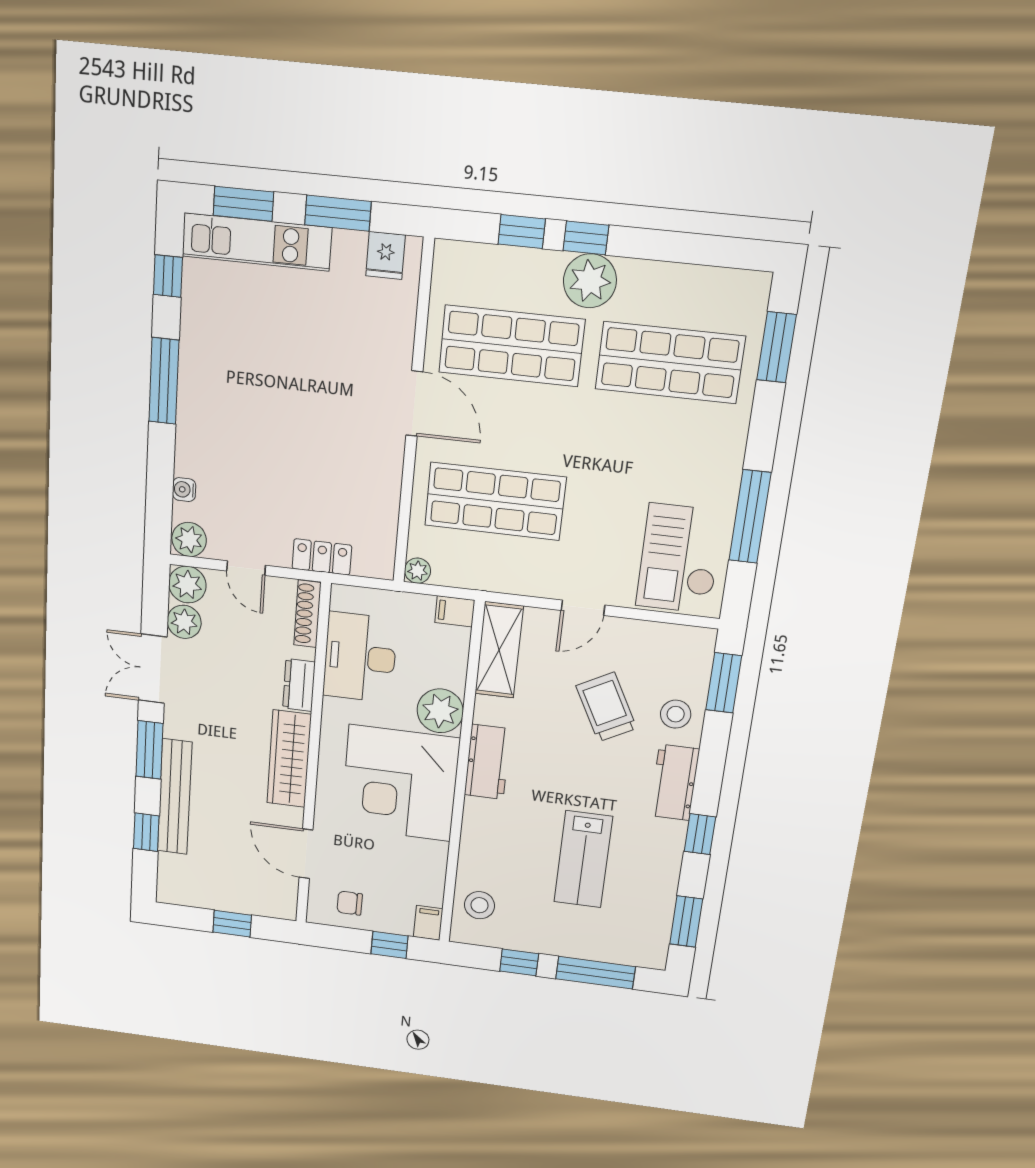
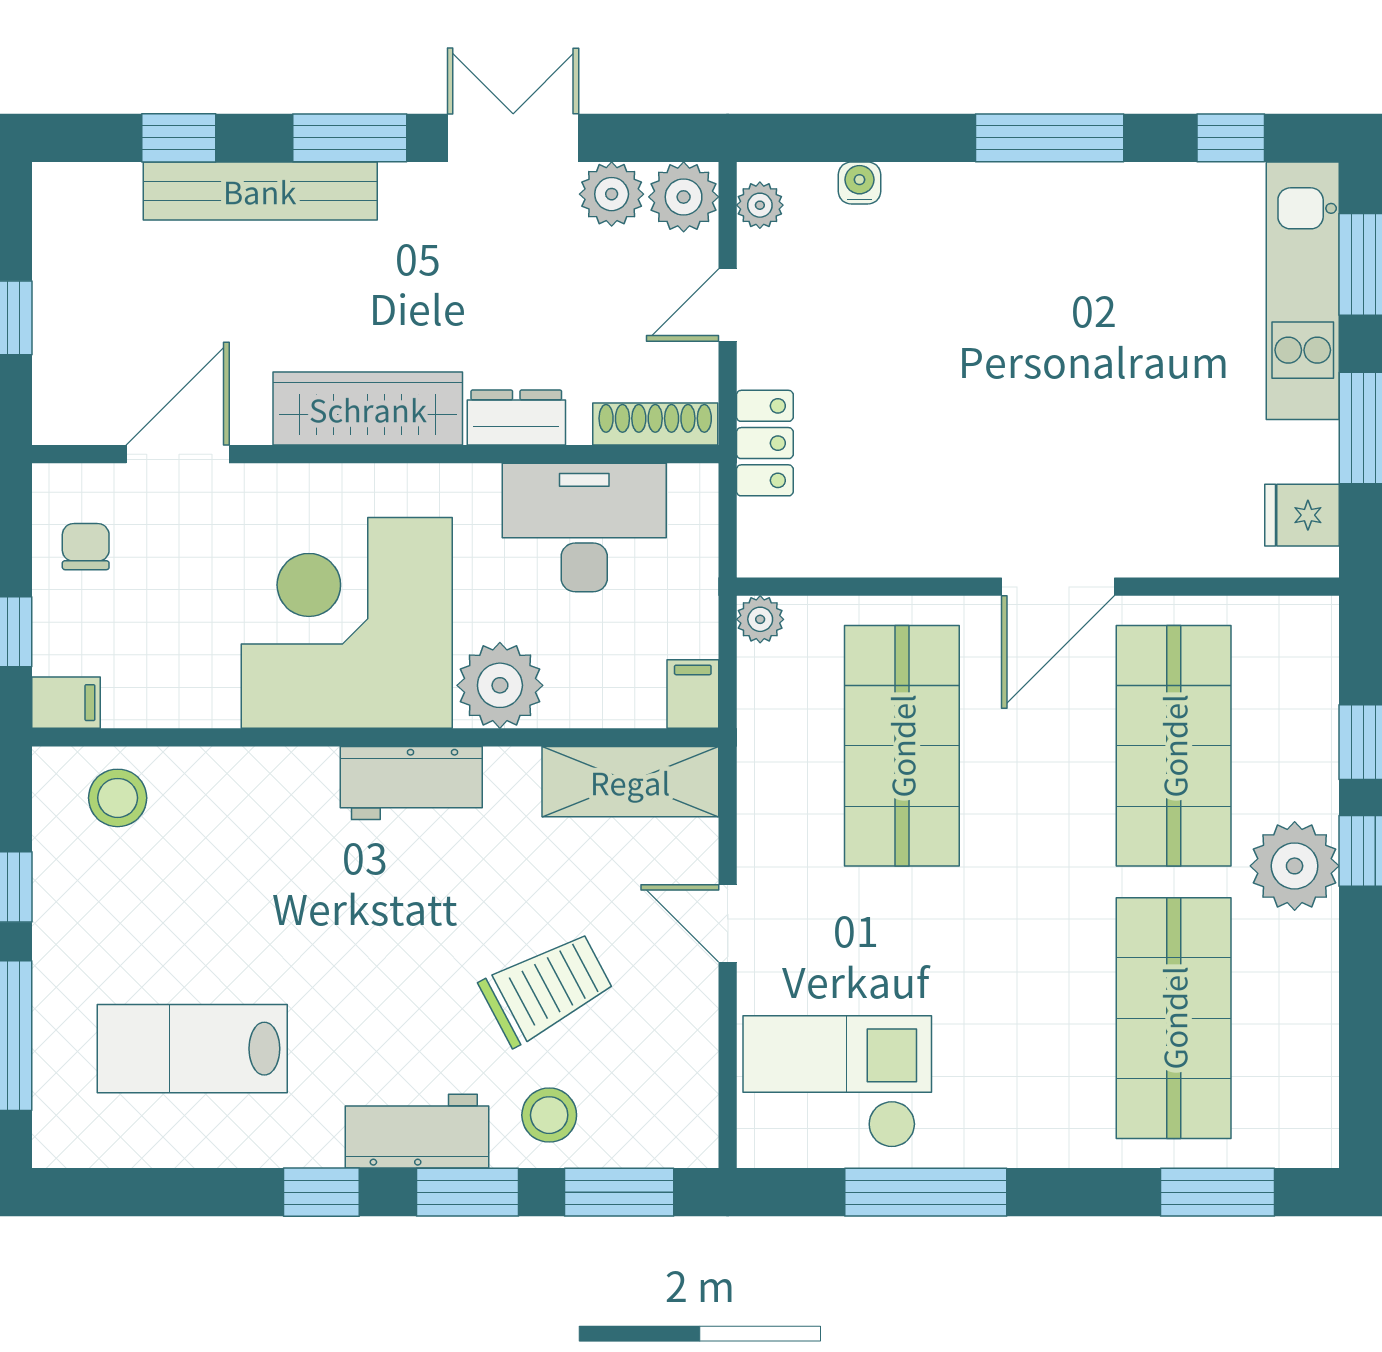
plant: (189, 539) -> (760, 205), width x0.73, depth x0.73
lab bench: (583, 859) -> (192, 1049), moved
window: (686, 921) -> (467, 1192), moved

